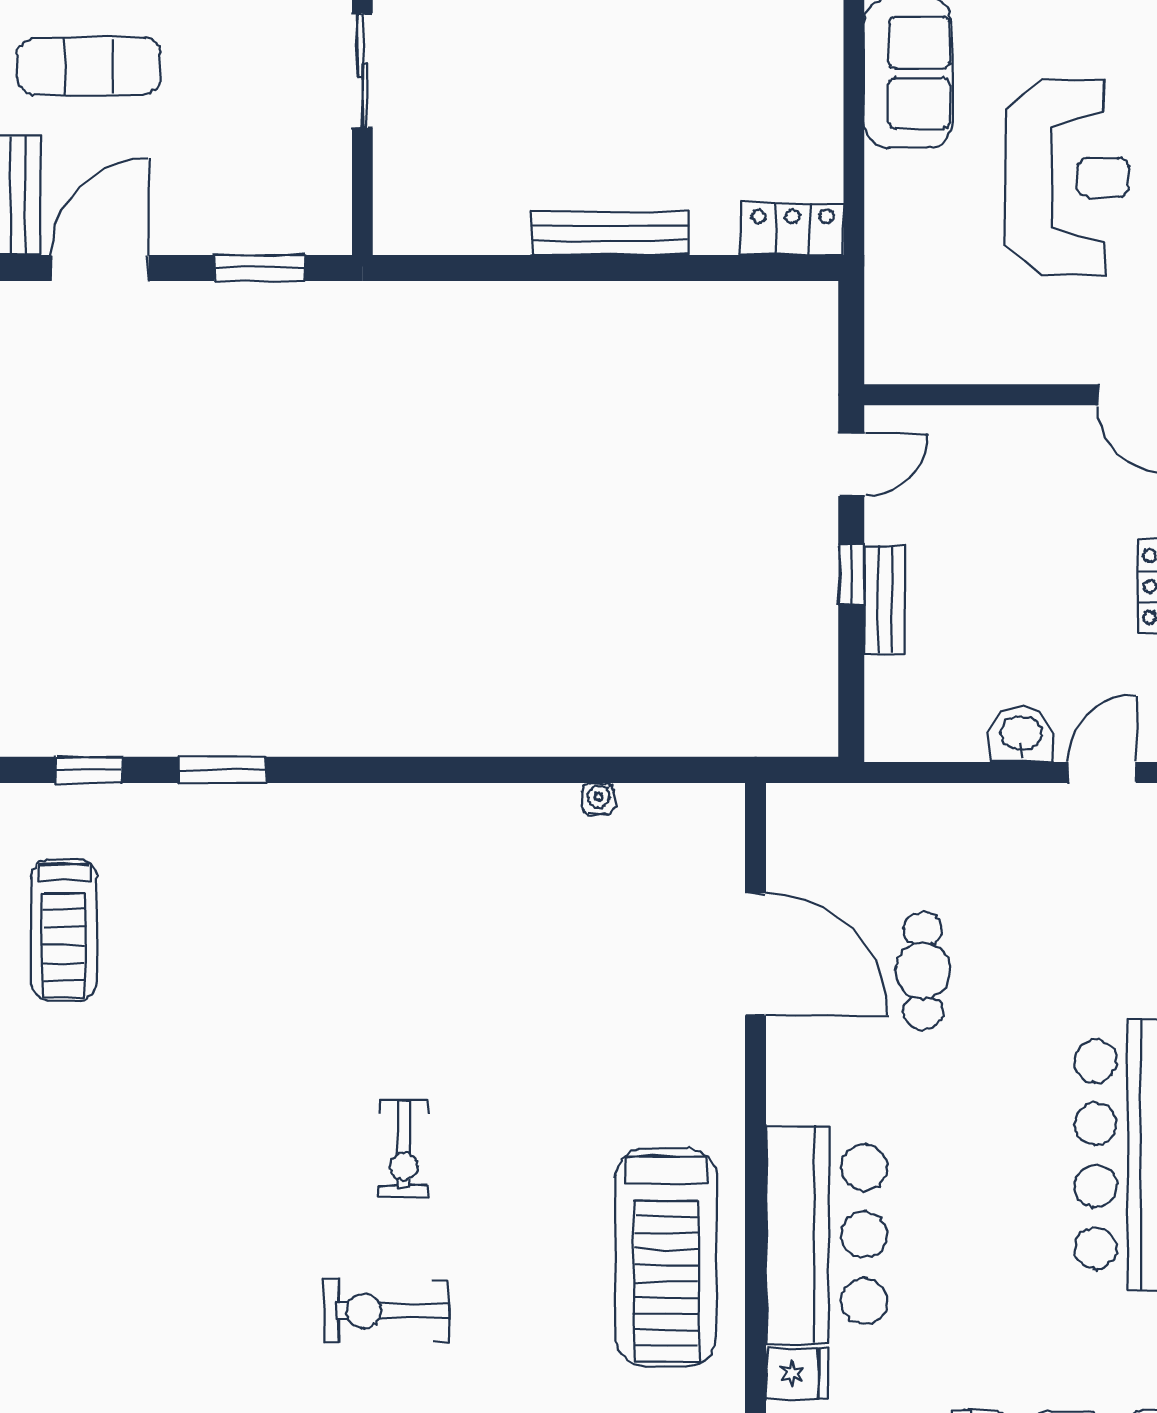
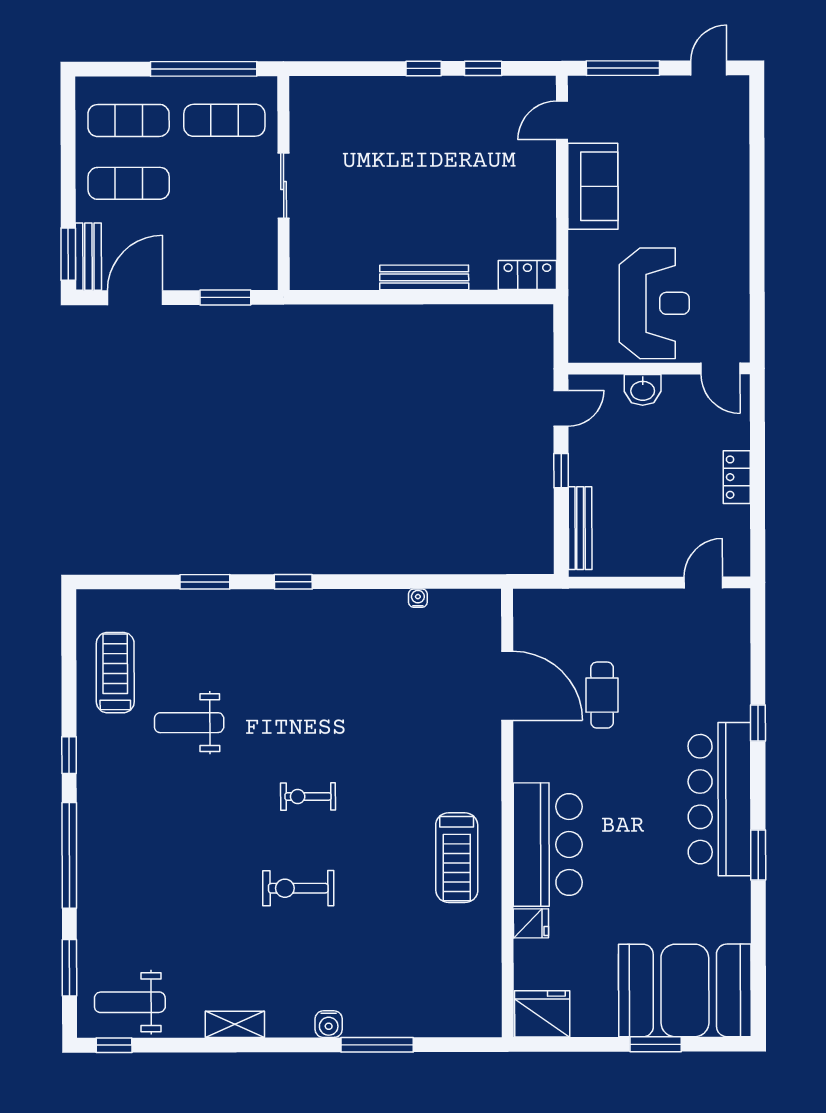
reception desk: (1067, 177) -> (654, 303), moved
bench: (885, 600) -> (580, 528), moved, width x1.36
washbasin: (1021, 735) -> (643, 390), moved, turned 180
window: (89, 770) -> (293, 582), moved
treadmill: (64, 930) -> (115, 673), turned 180
weight bench: (194, 1018) -> (189, 723), added
exercise bike: (404, 1149) -> (308, 796), turned 90
treadmill: (666, 1257) -> (457, 858), width x0.73, depth x0.73

